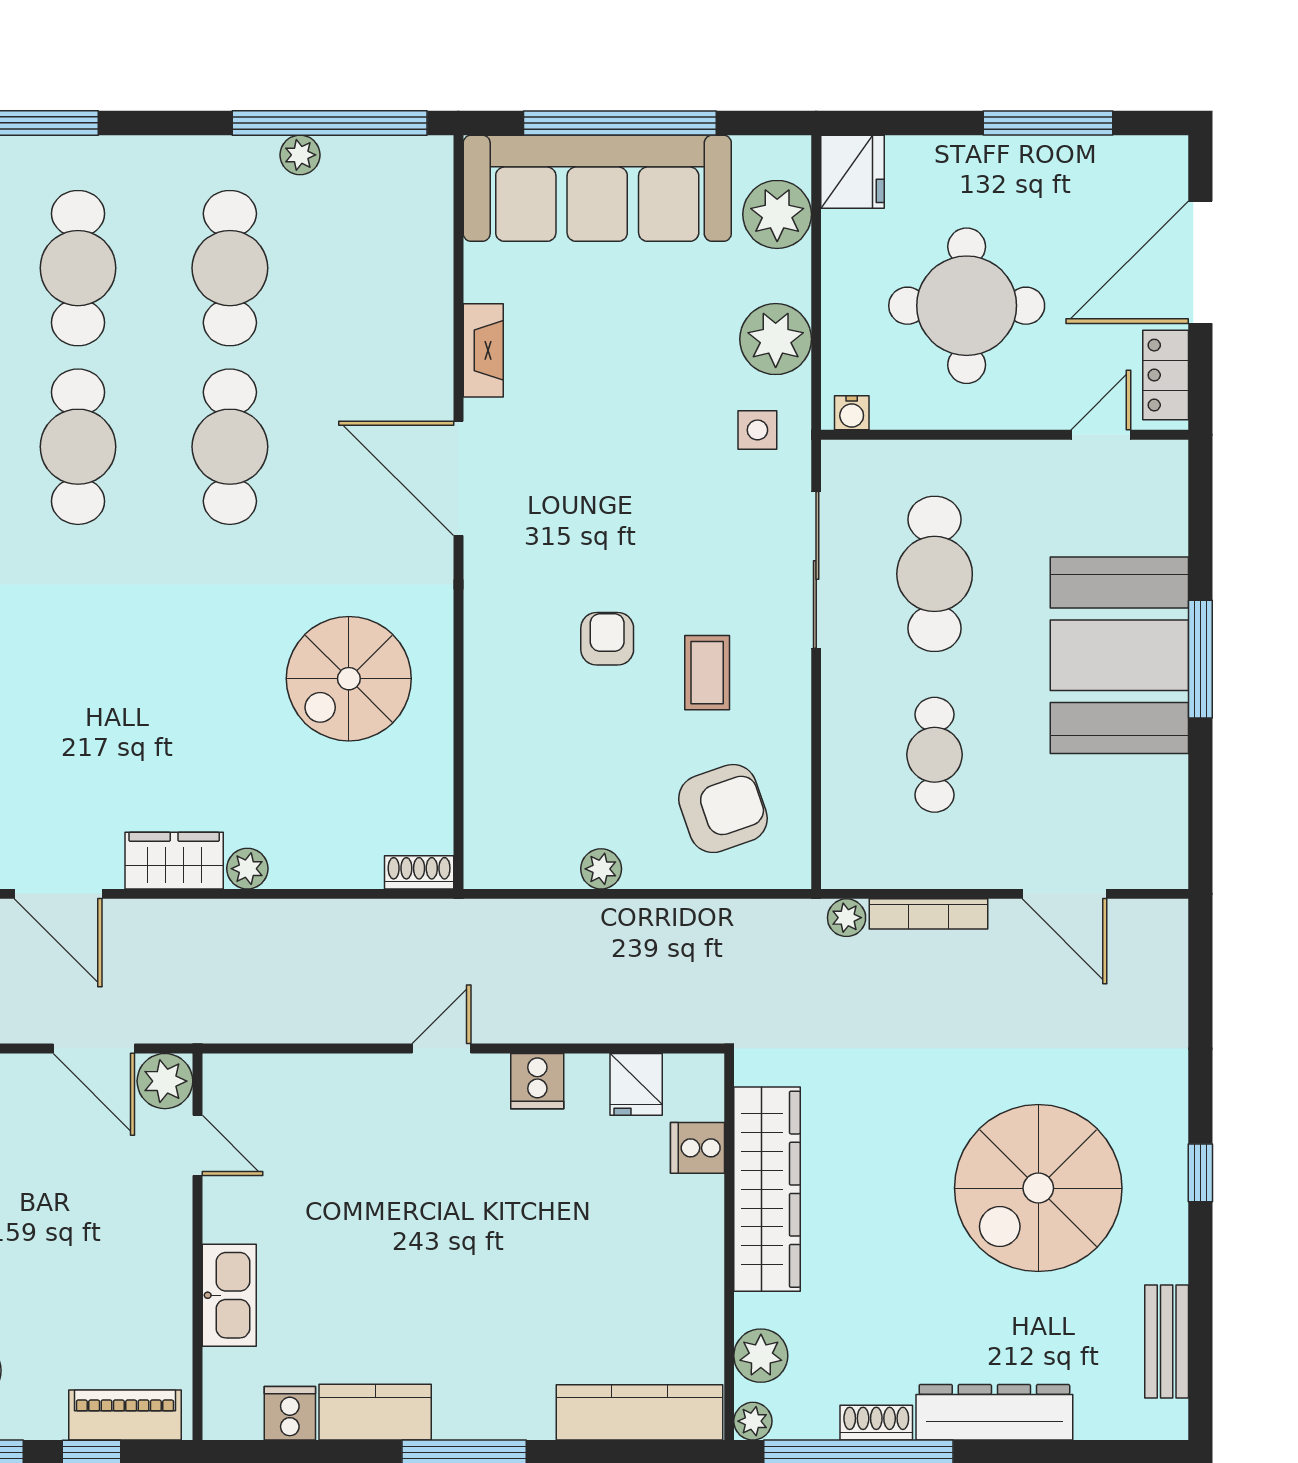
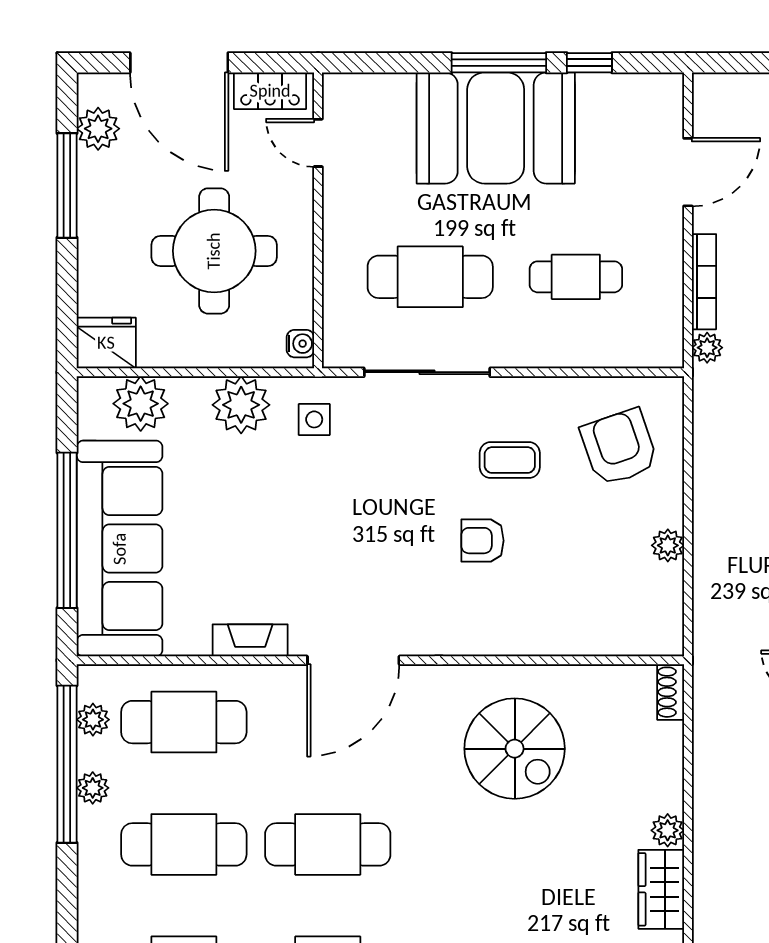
plant: (385, 155) -> (93, 720), added
plant: (1118, 162) -> (98, 129), added
cafe table: (382, 268) -> (184, 722), added
window: (1200, 772) -> (589, 63), added

